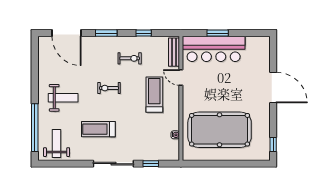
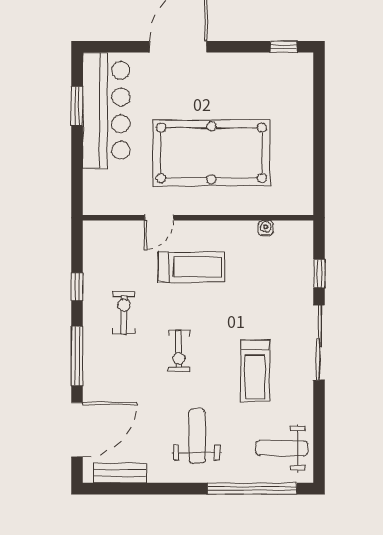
window: (106, 33) -> (77, 356), width x1.44
window: (218, 33) -> (77, 106), moved
bar counter: (214, 49) -> (106, 110), moved
bench: (174, 52) -> (120, 473), moved
treadmill: (154, 95) -> (191, 267), turned 180
pool table: (220, 130) -> (211, 153), moved, turned 90

